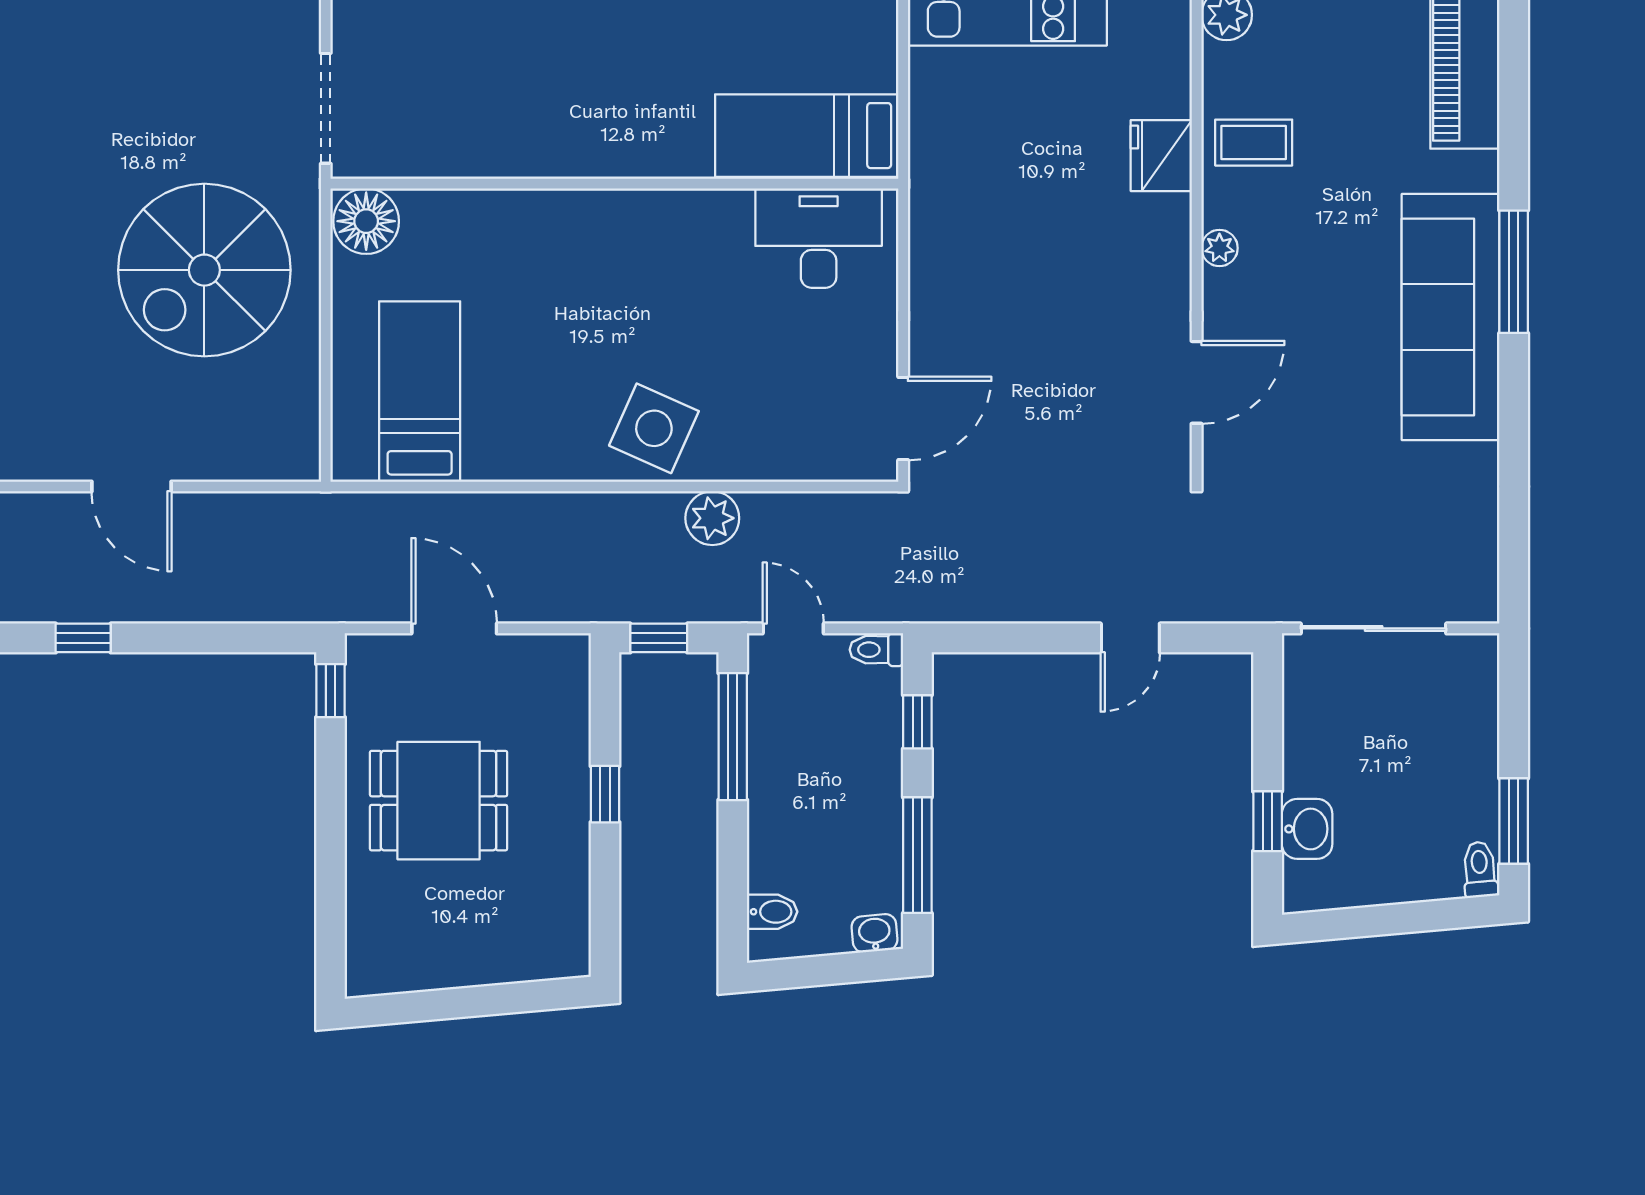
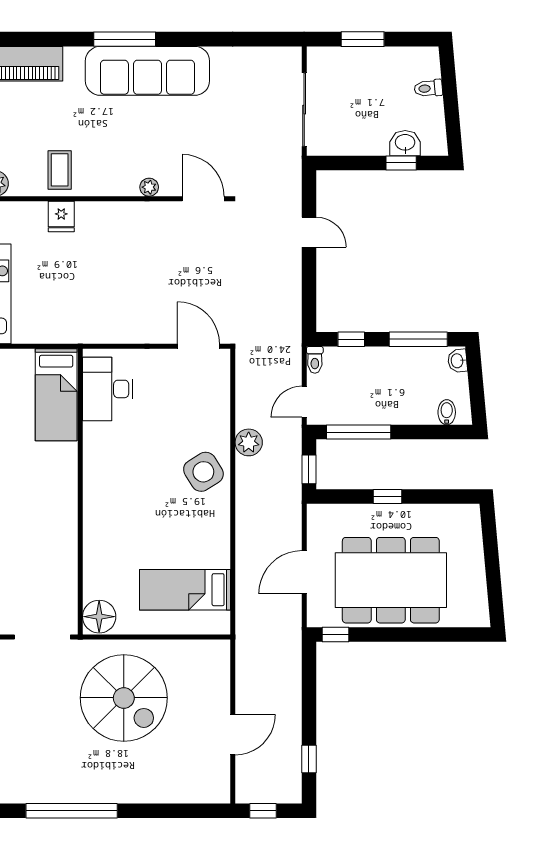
fridge: (1161, 156) -> (61, 216), width x0.72
plant: (1219, 248) -> (149, 187), moved
door: (1197, 382) -> (203, 199), moved
side table: (654, 428) -> (203, 472), turned 34
dining table: (439, 801) -> (391, 580), width x1.87, depth x1.24
window: (1514, 821) -> (363, 39), moved
toilet: (1480, 870) -> (428, 88), moved

